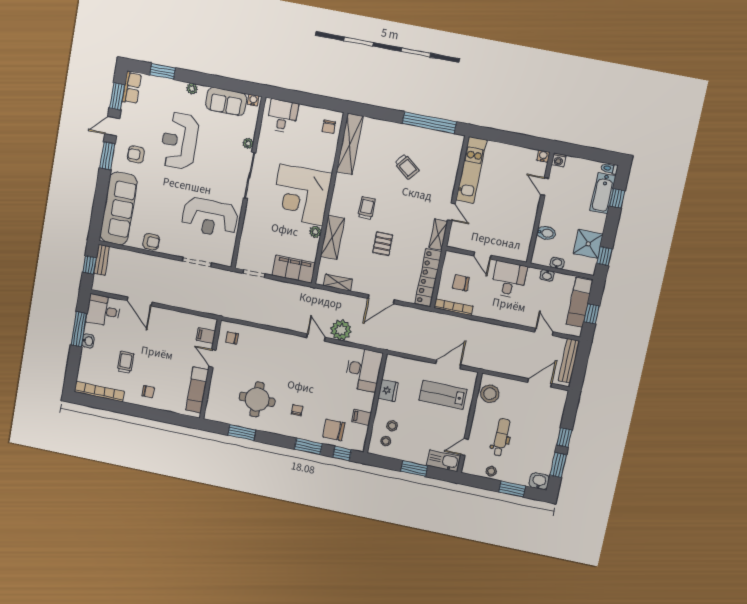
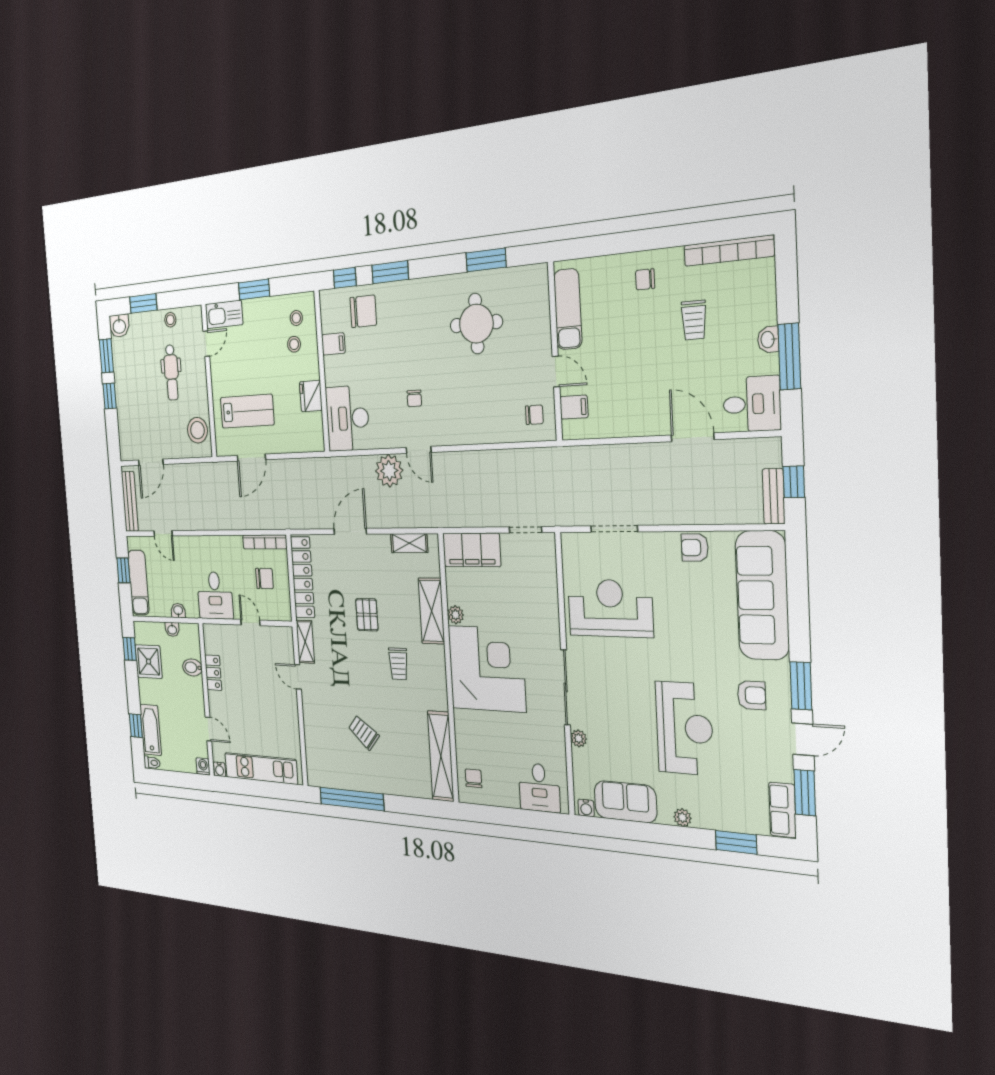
kitchen unit: (471, 170) -> (261, 768), moved, turned 90
locker: (527, 226) -> (213, 673), added
chair: (297, 410) -> (414, 398), moved

